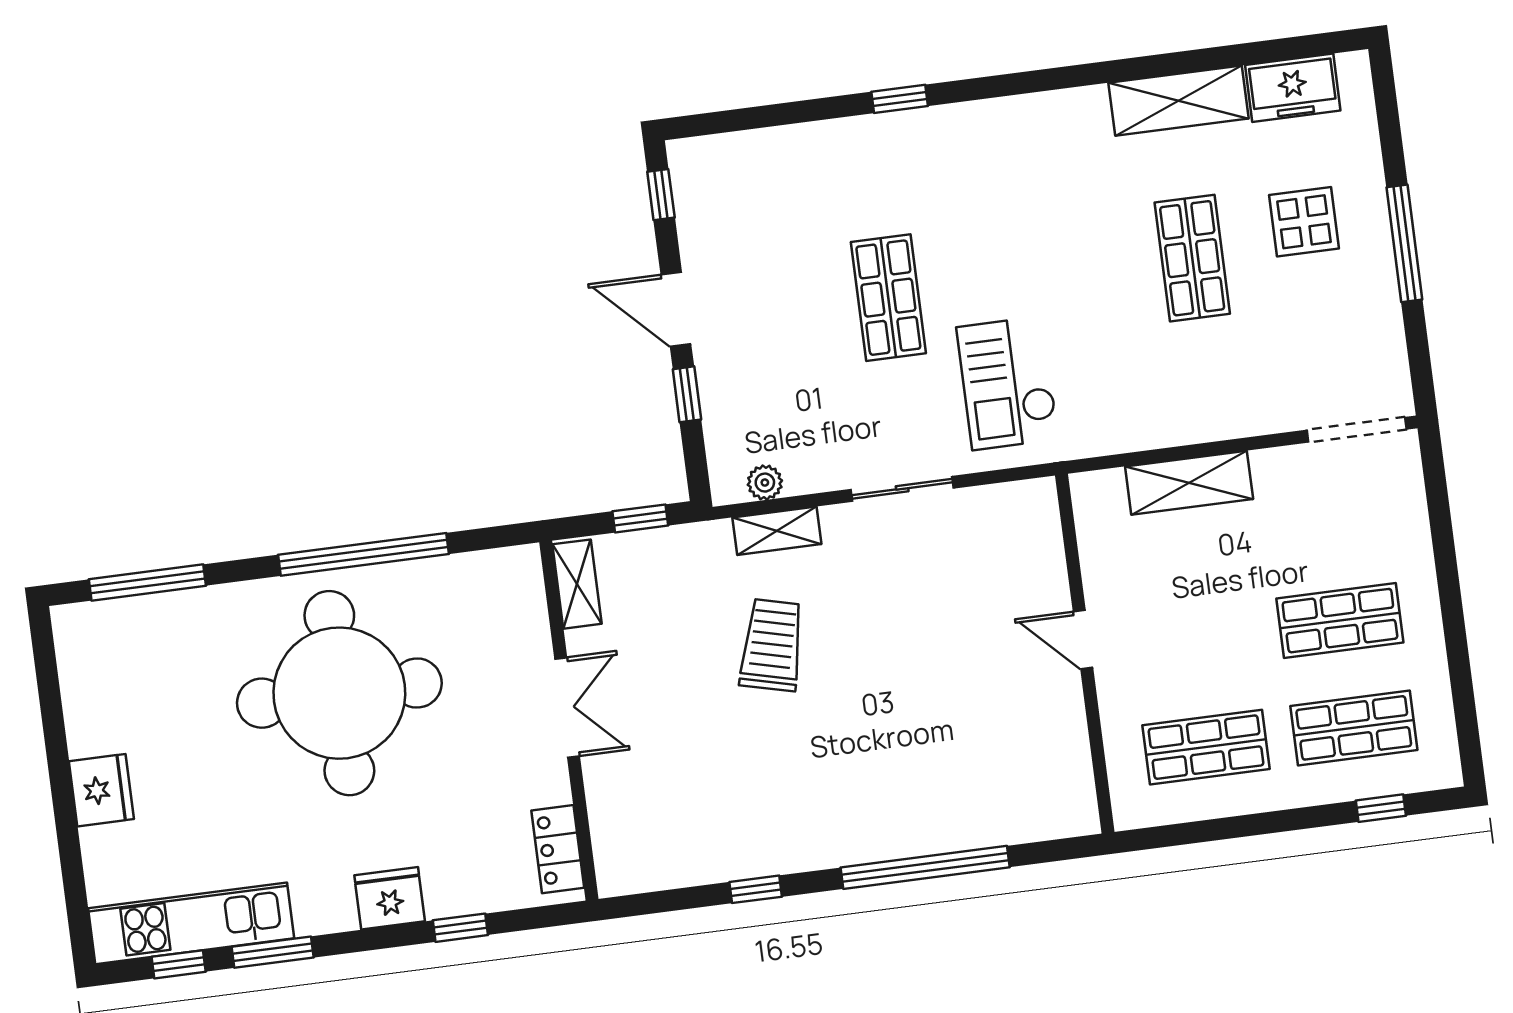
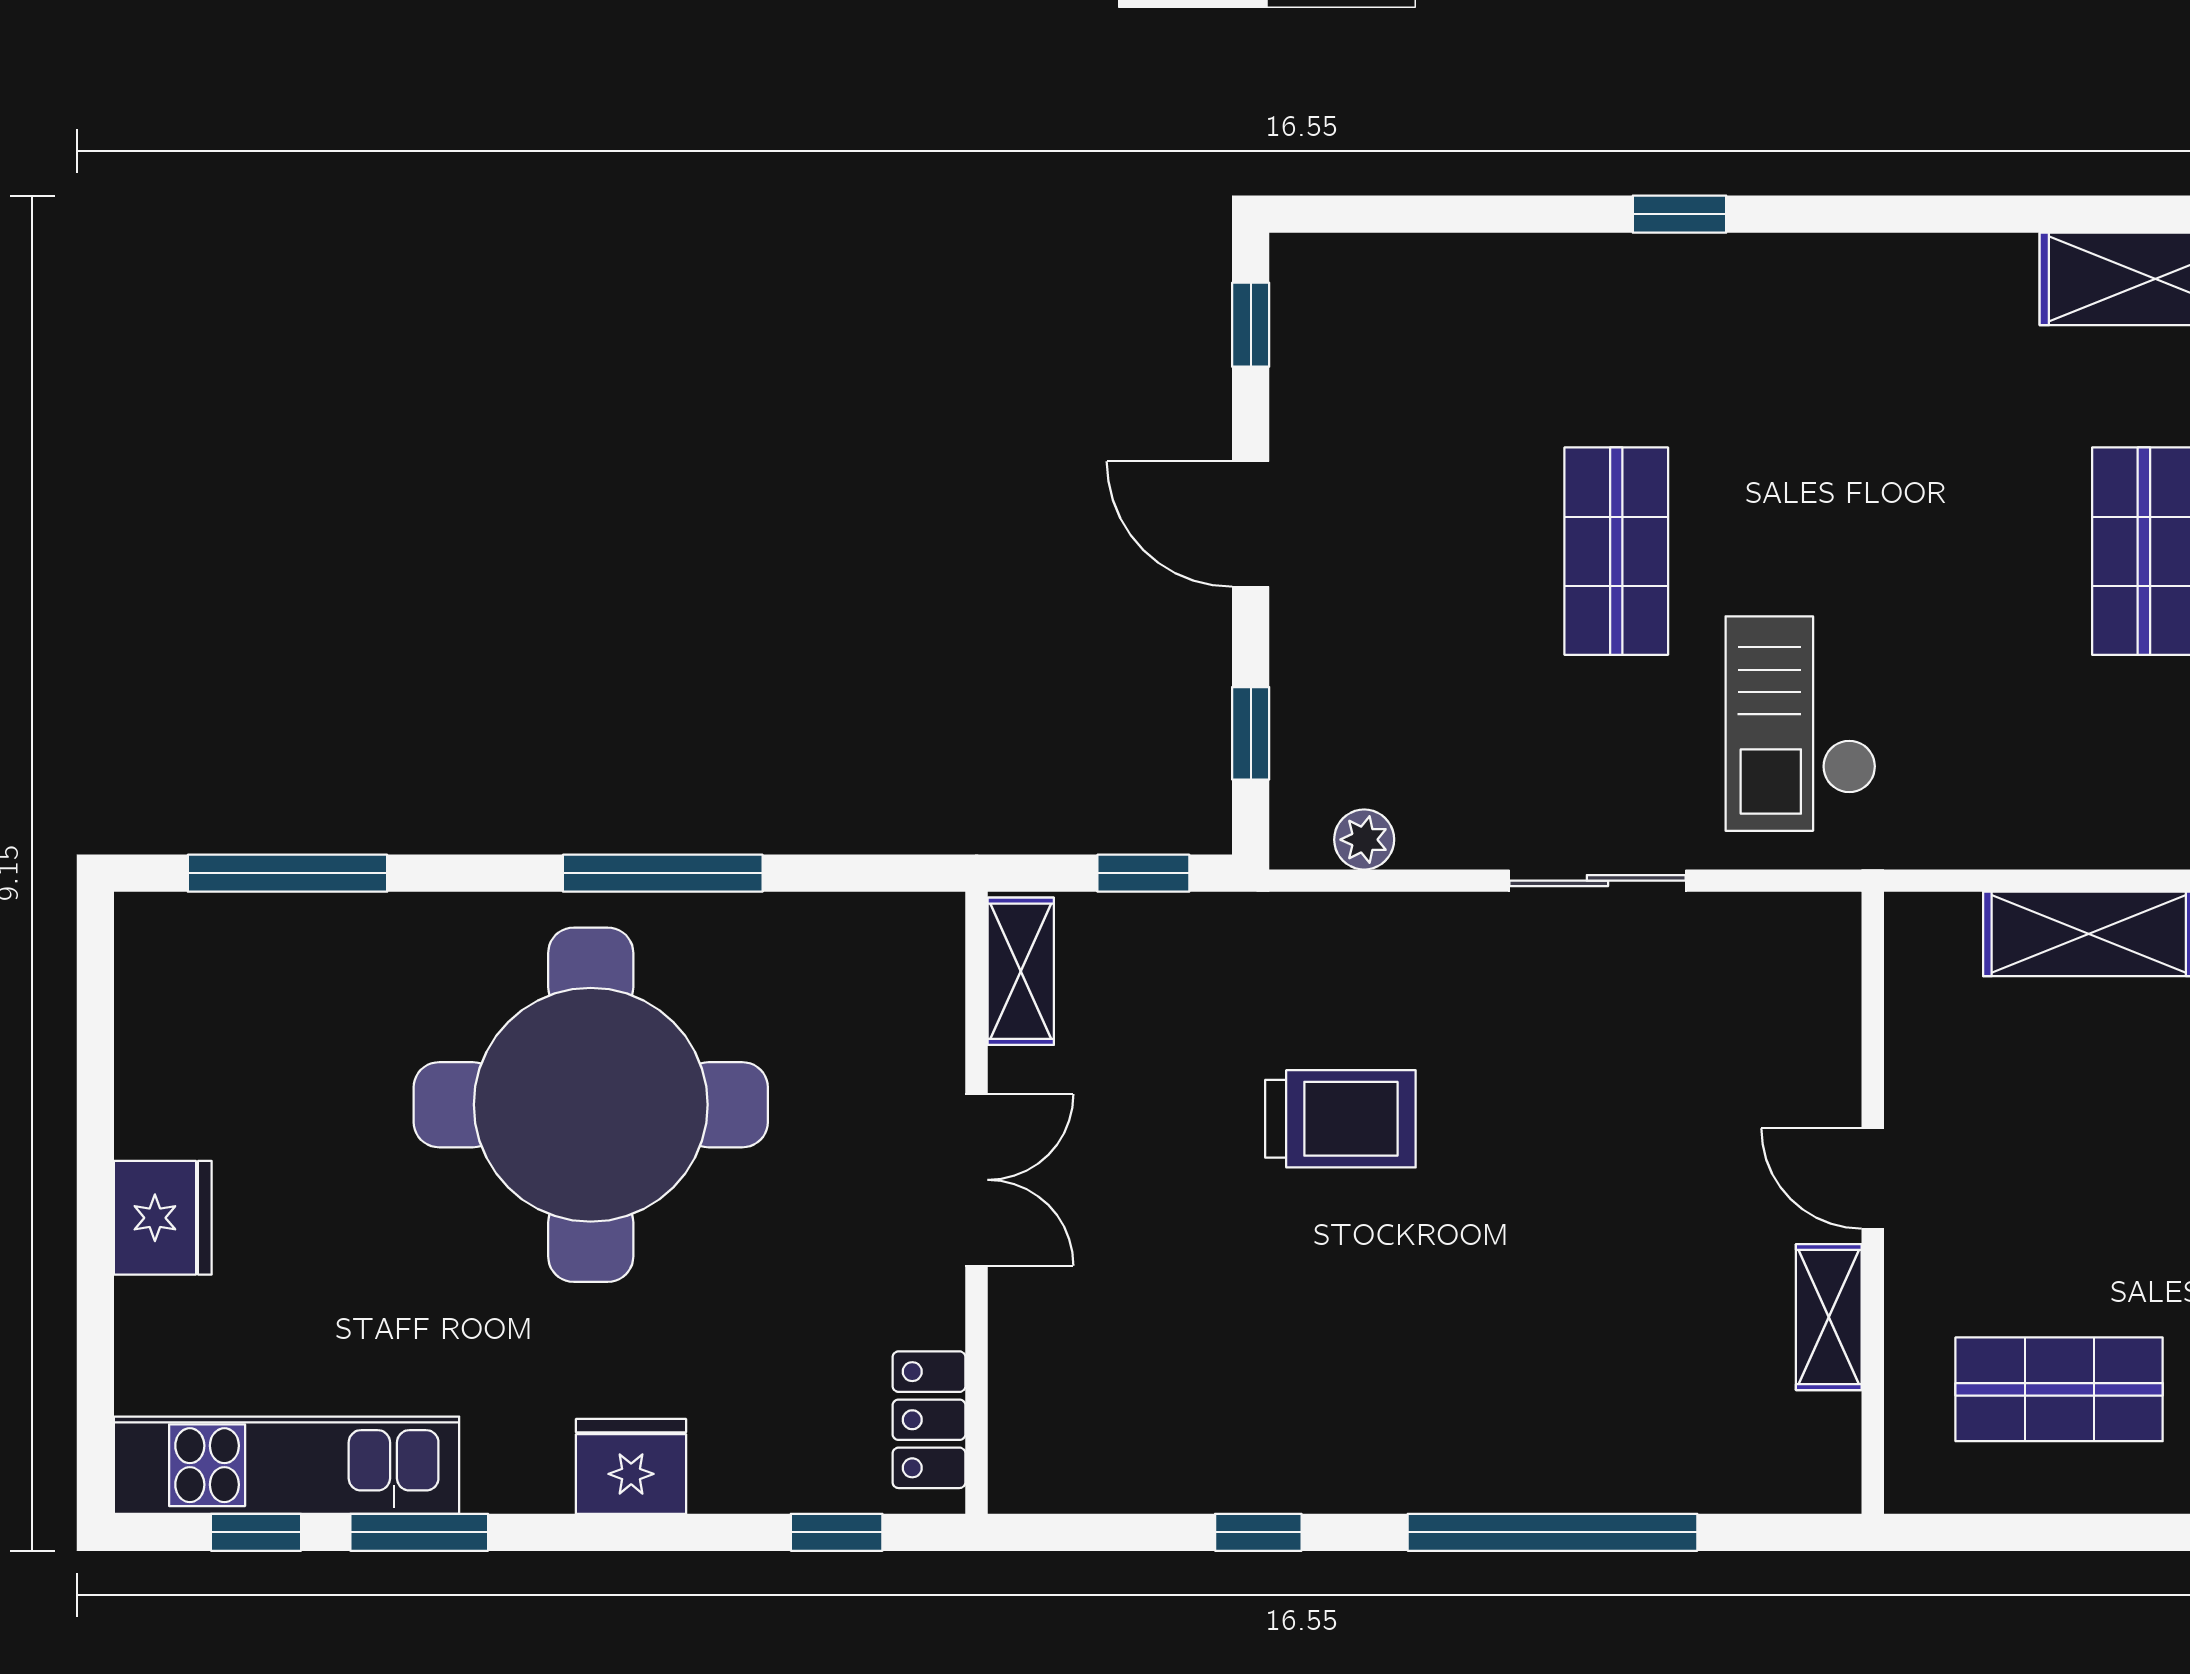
window: (687, 394) -> (1251, 733), moved
shelving: (777, 531) -> (1829, 1317), moved, turned 90
window: (364, 554) -> (663, 873), width x0.68
trolley: (772, 645) -> (1340, 1119), turned 76
window: (460, 928) -> (837, 1532), moved

